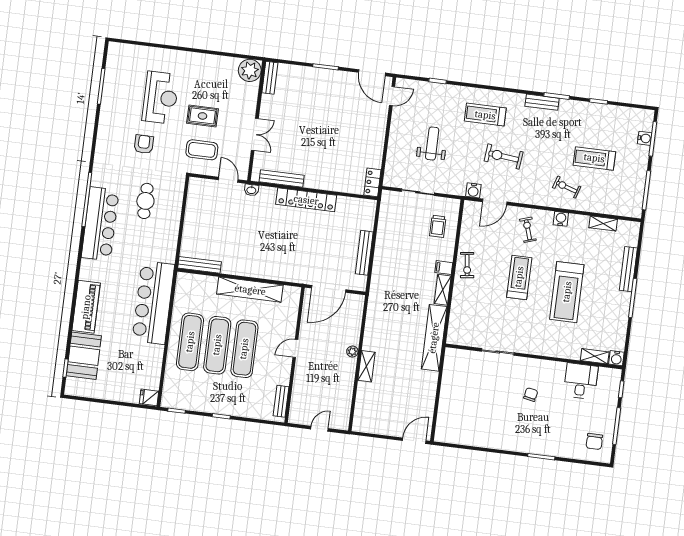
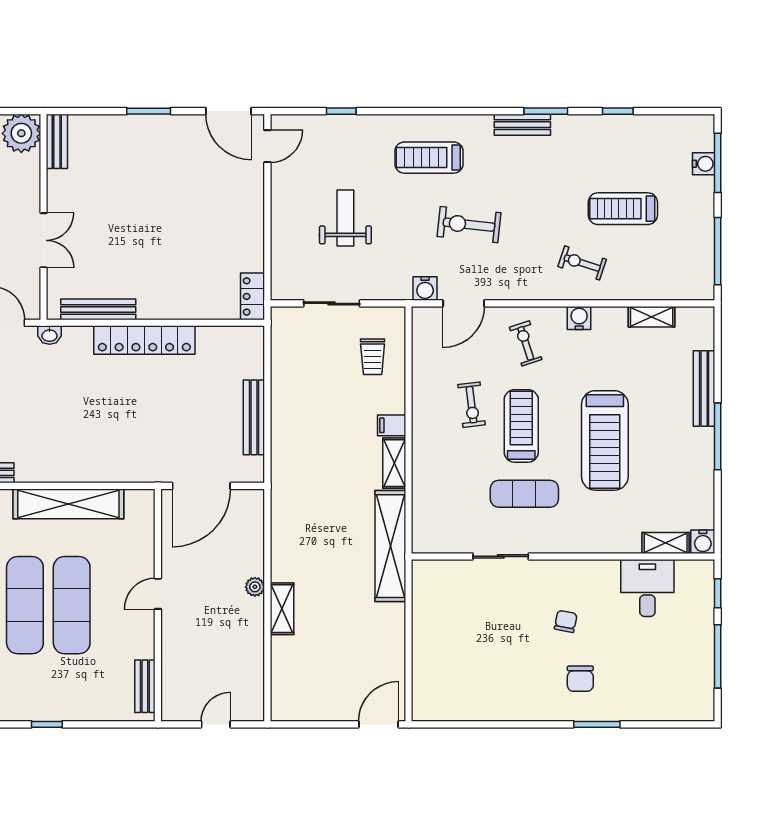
exercise bike: (467, 265) -> (472, 405), moved
exercise mat: (516, 317) -> (524, 494), added
chair: (594, 441) -> (580, 679), moved

